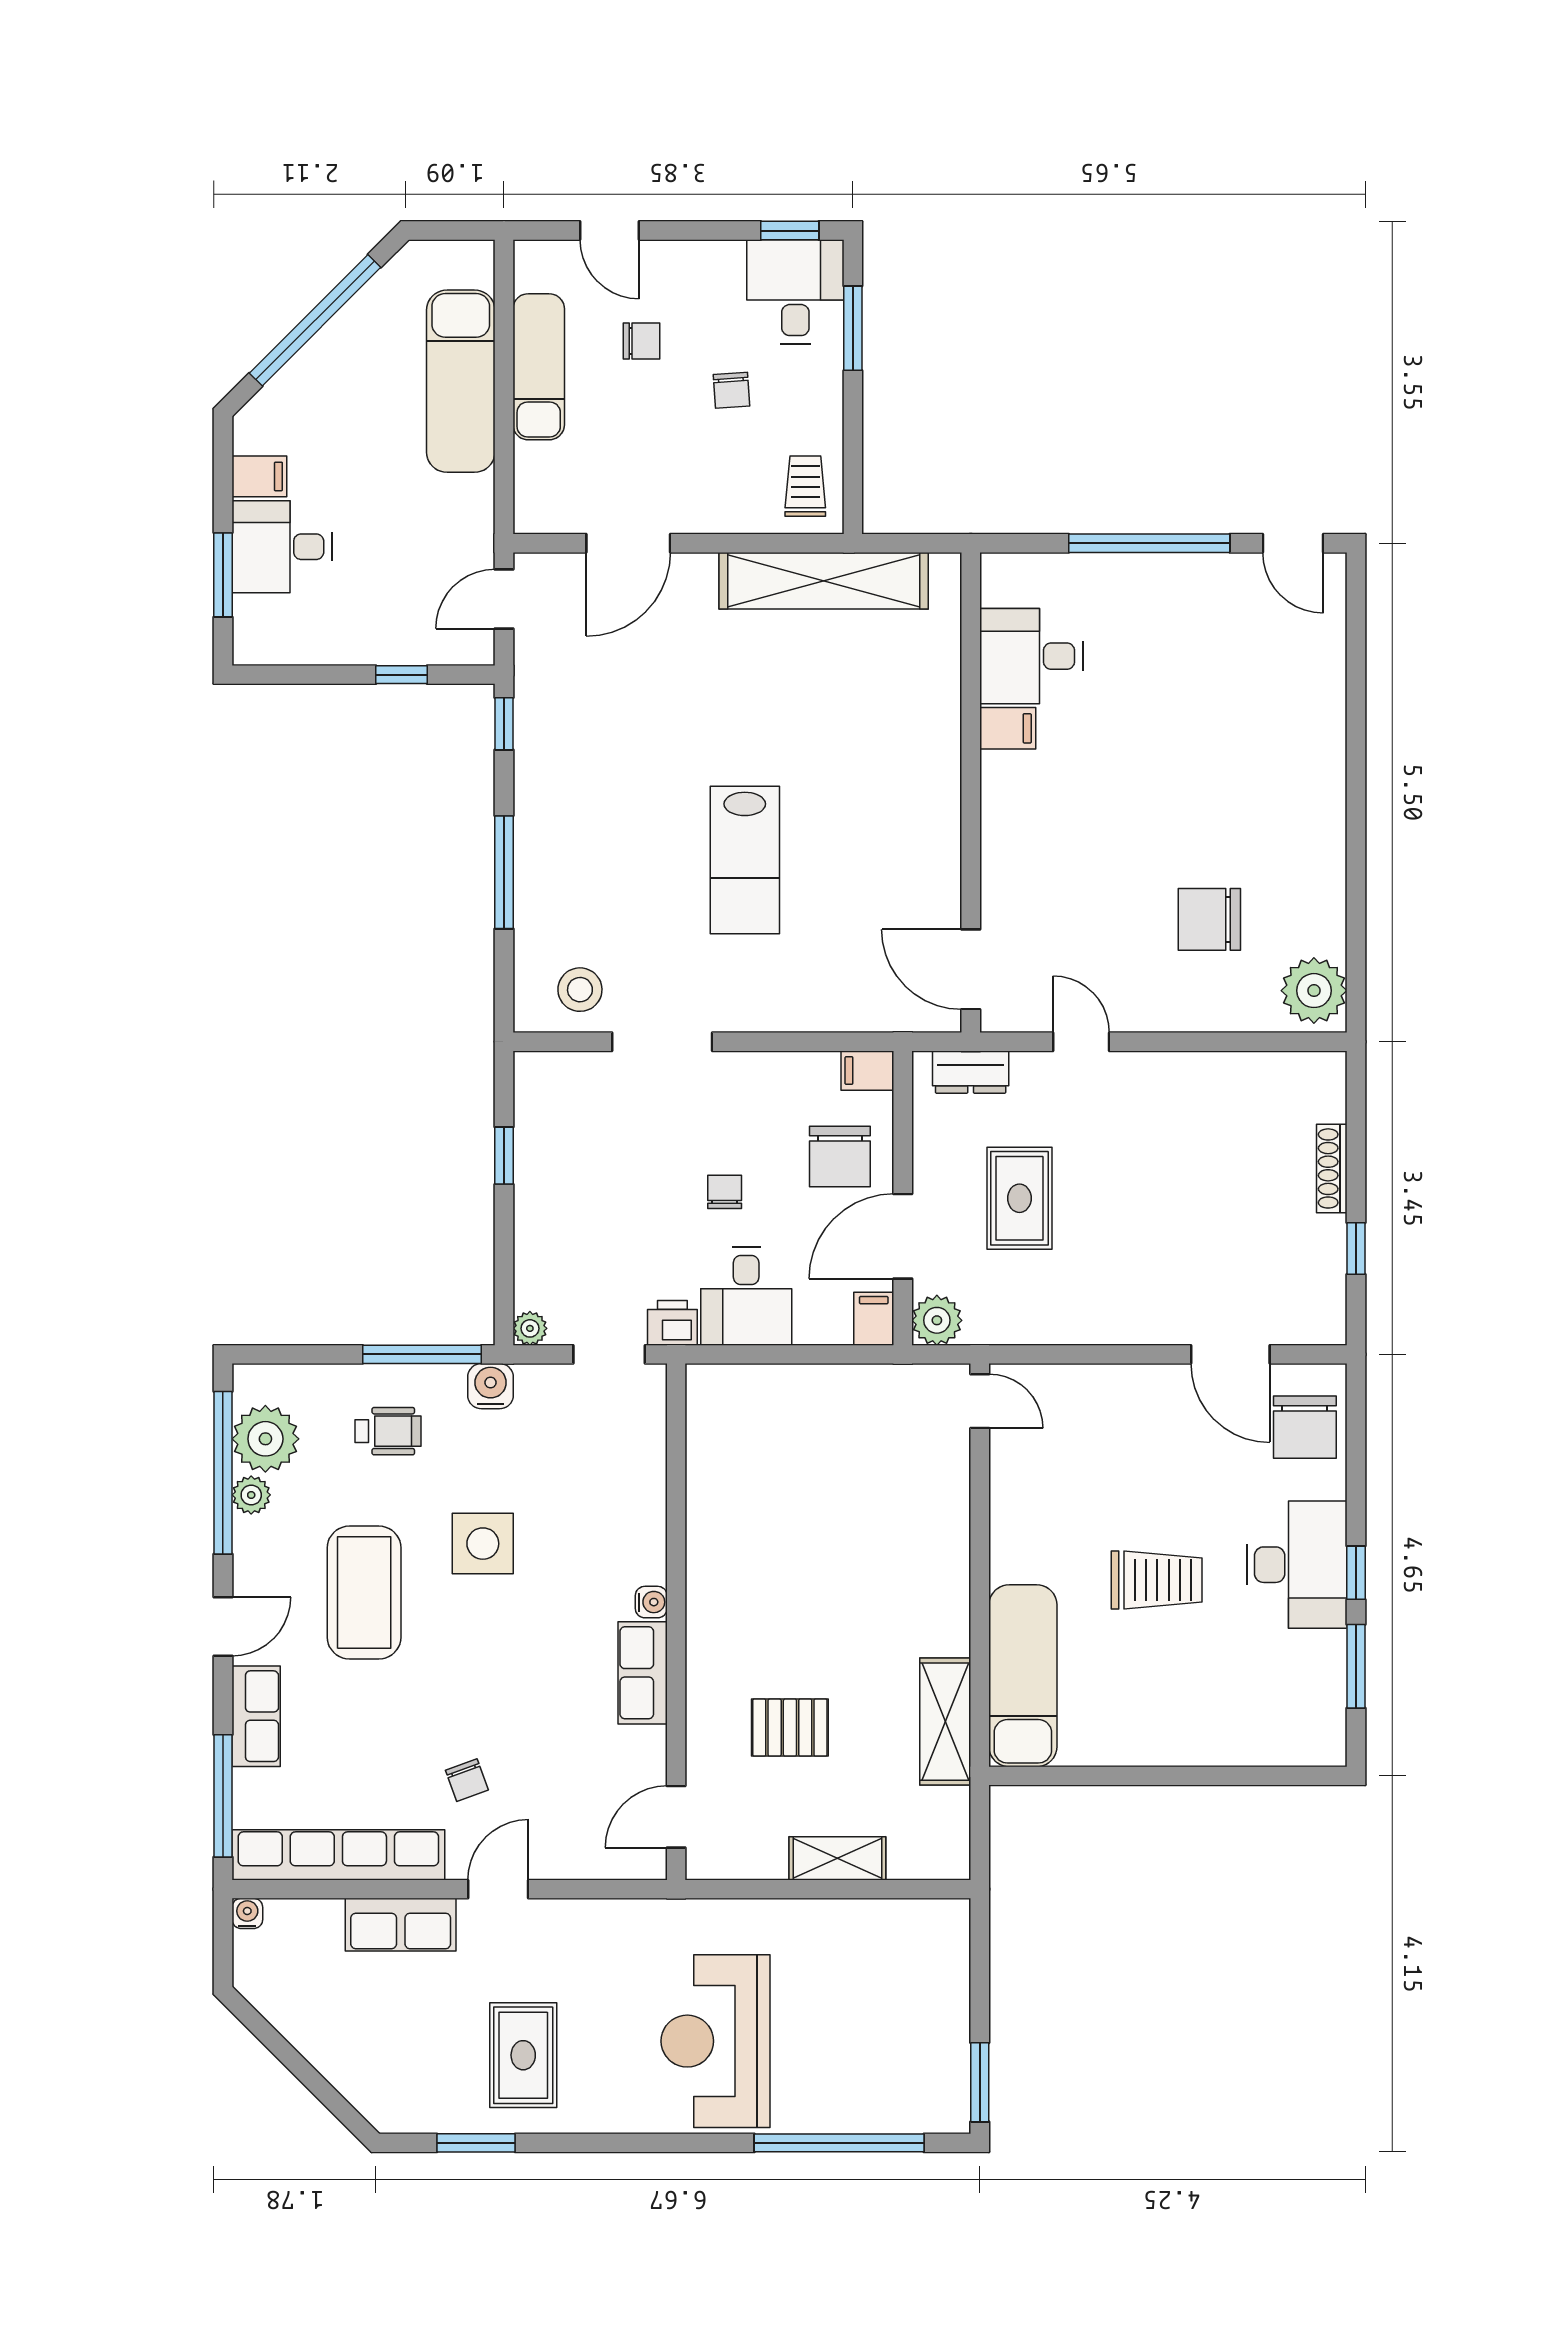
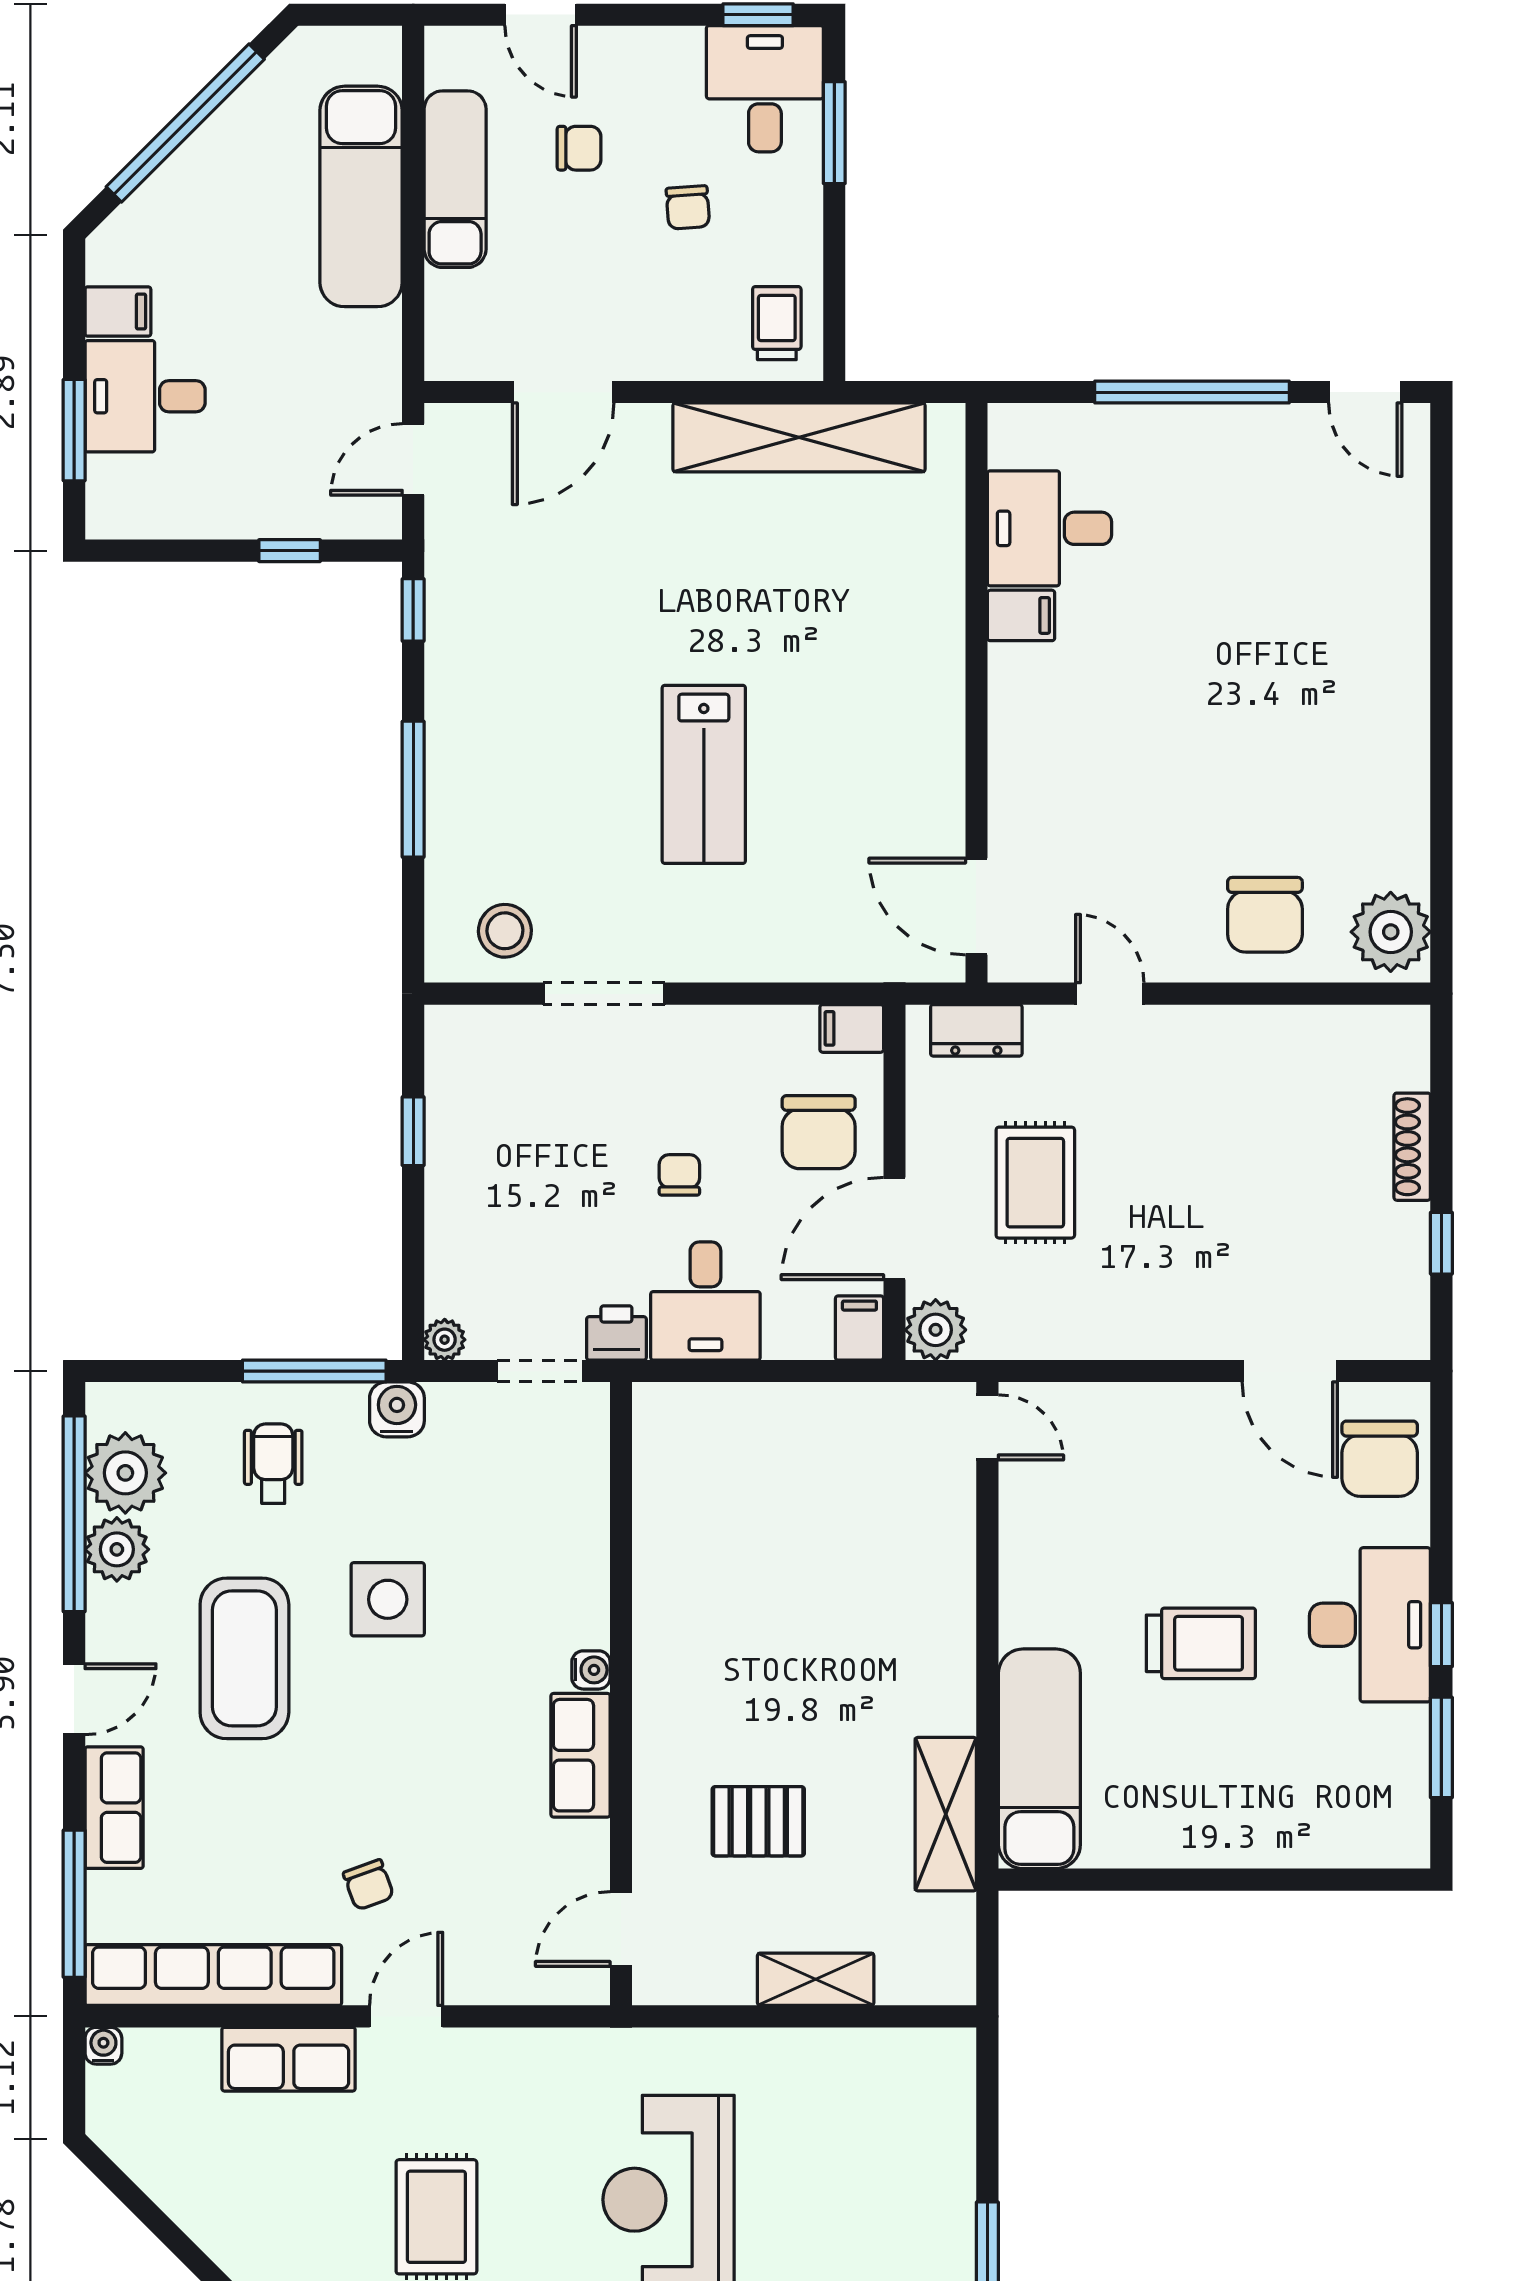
chair: (1209, 919) -> (1265, 915), moved, turned -90
wheelchair: (388, 1431) -> (273, 1464), turned -90
plant: (251, 1495) -> (117, 1549), width x1.38, depth x1.38

